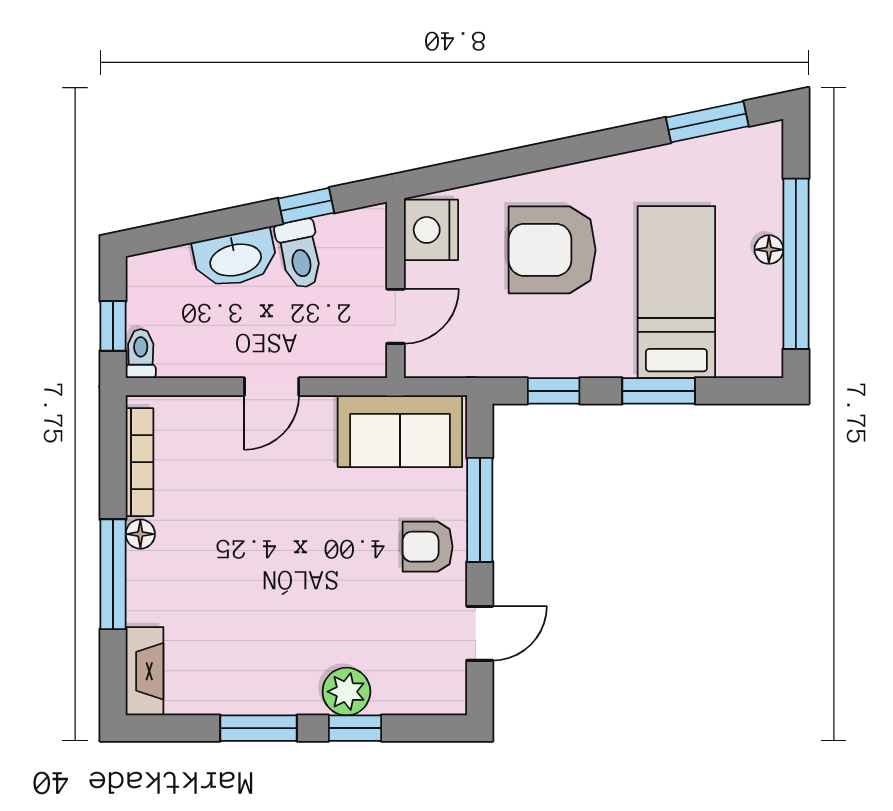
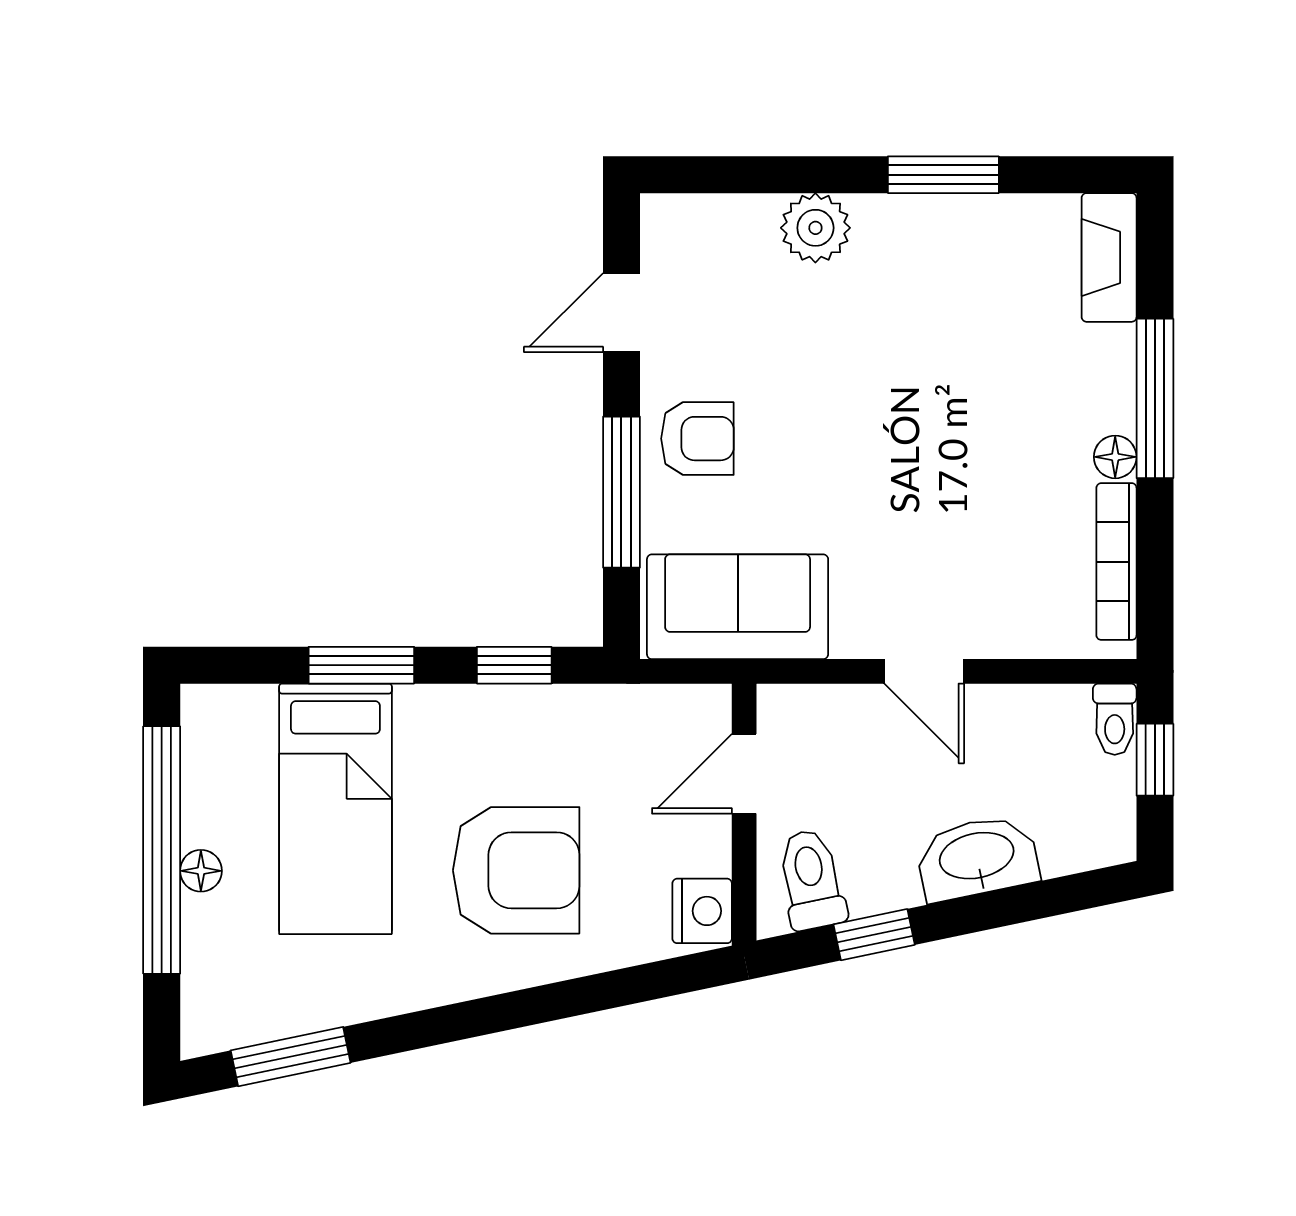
nightstand: (431, 230) -> (702, 911), width x0.74, depth x0.75
toilet: (300, 254) -> (811, 879), moved
door: (272, 387) -> (924, 671), swing flipped
window: (355, 728) -> (803, 175), removed

